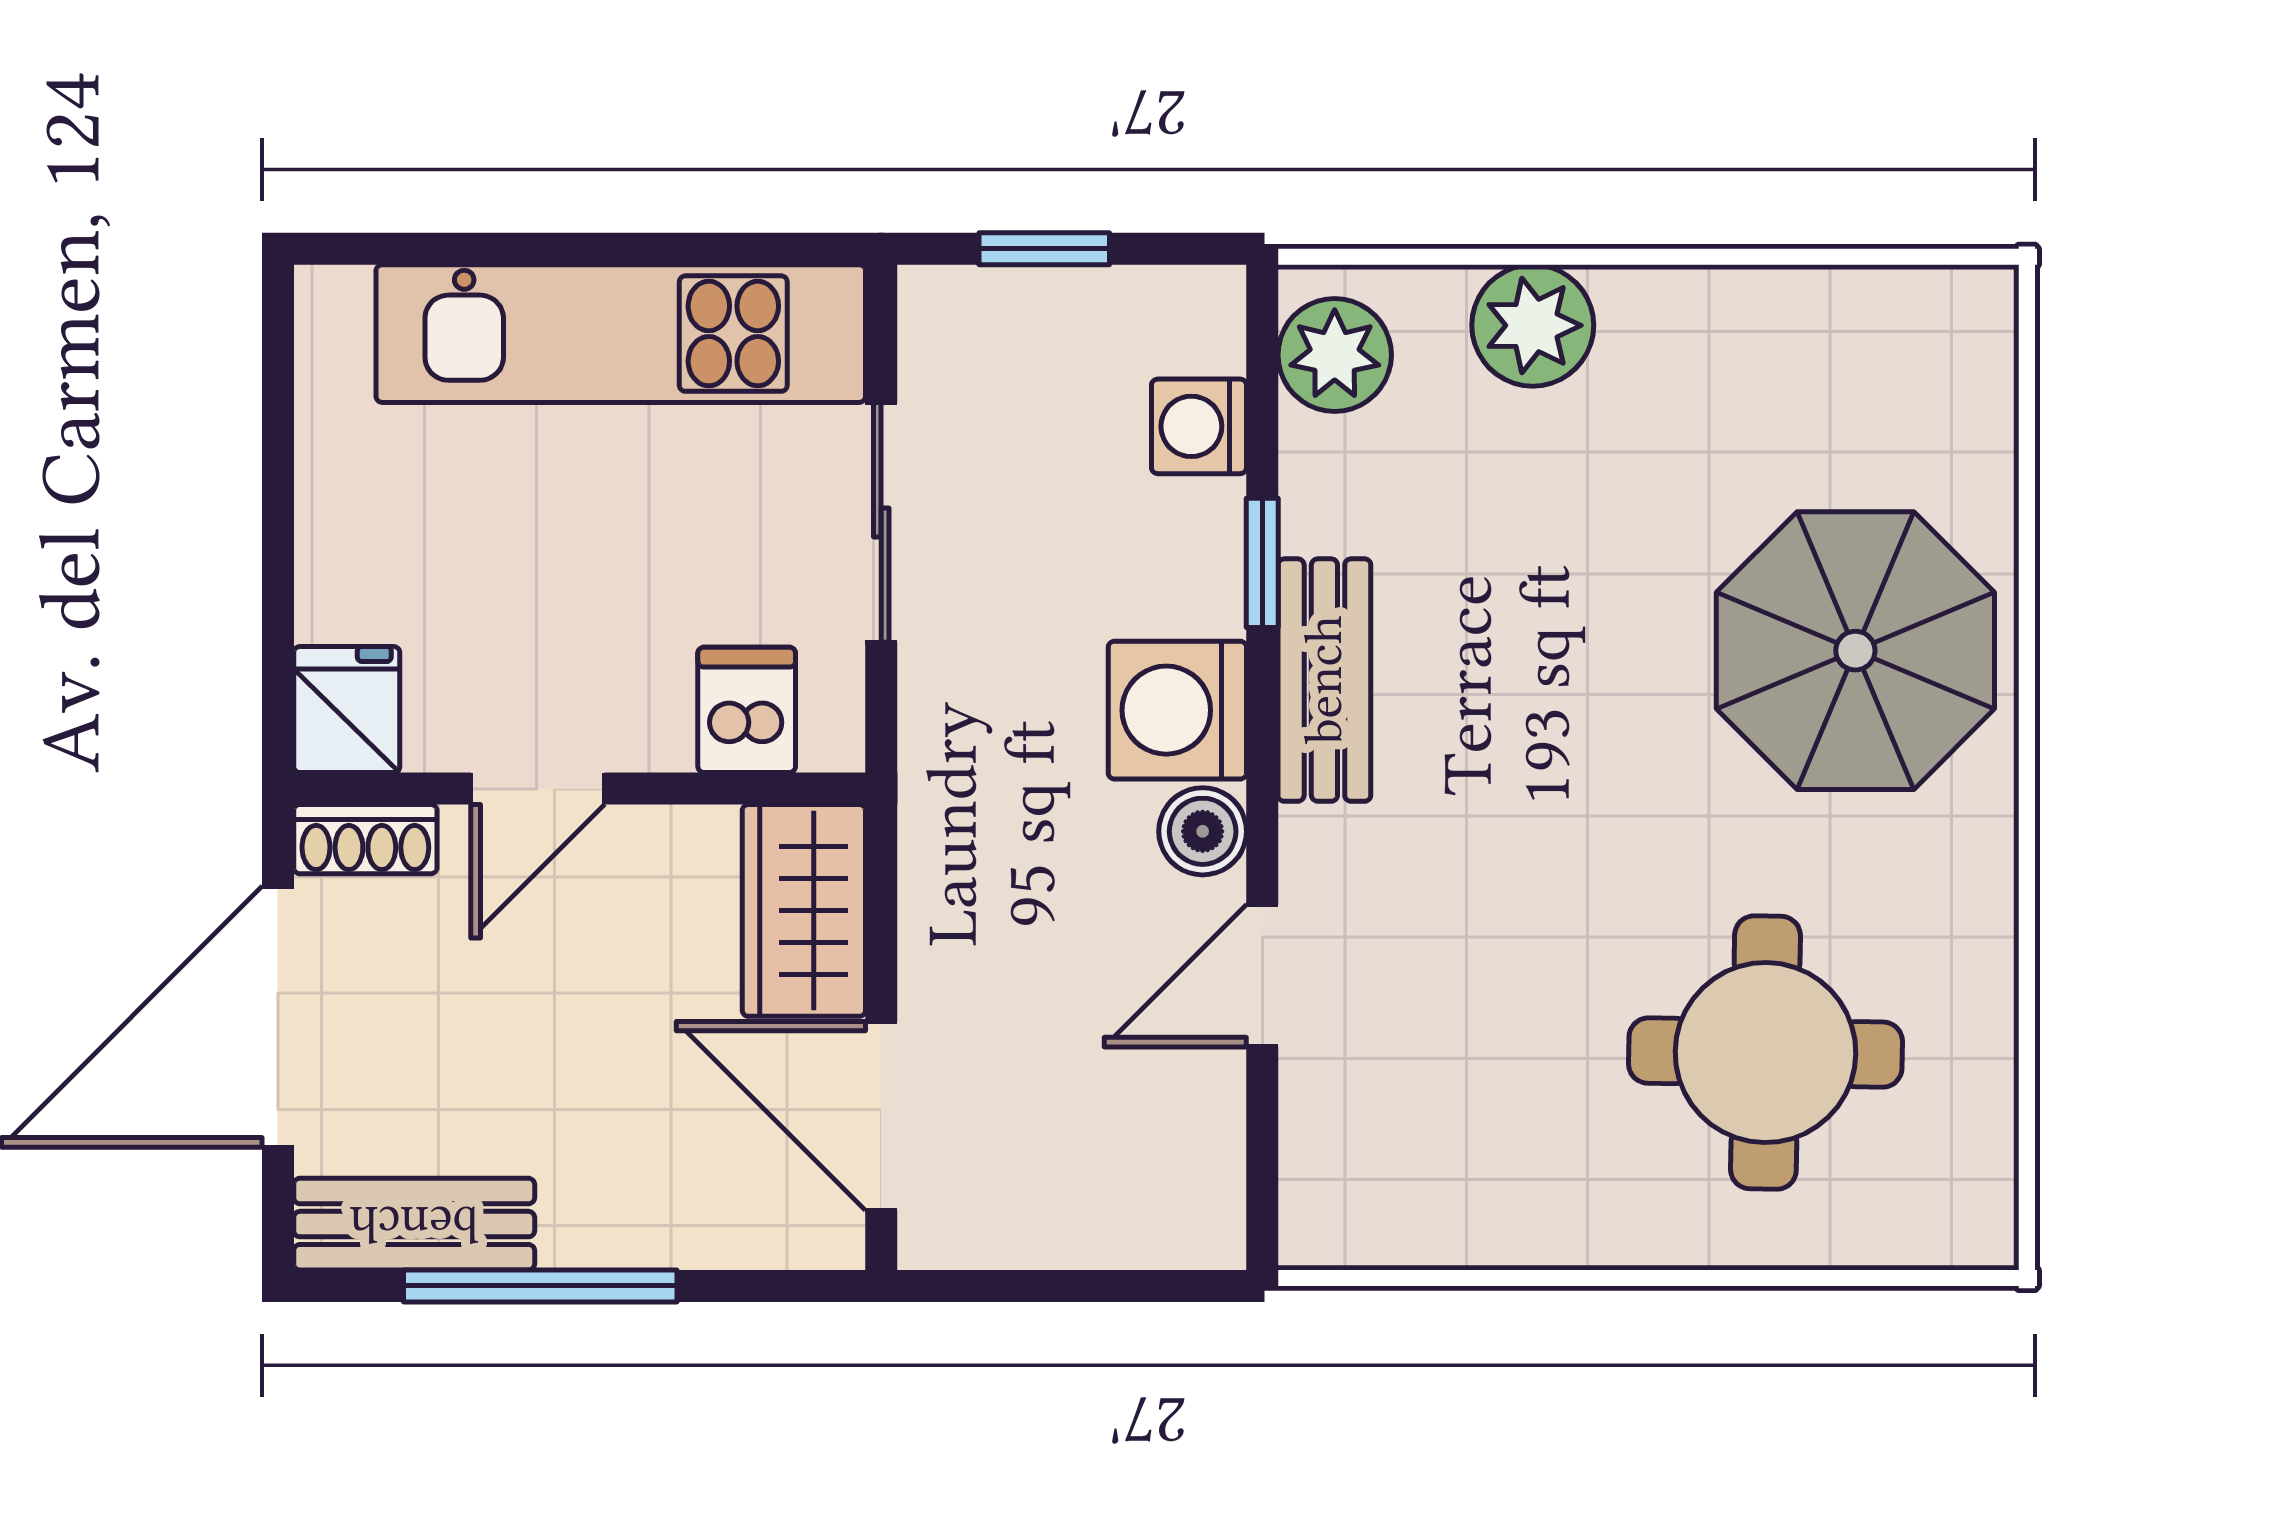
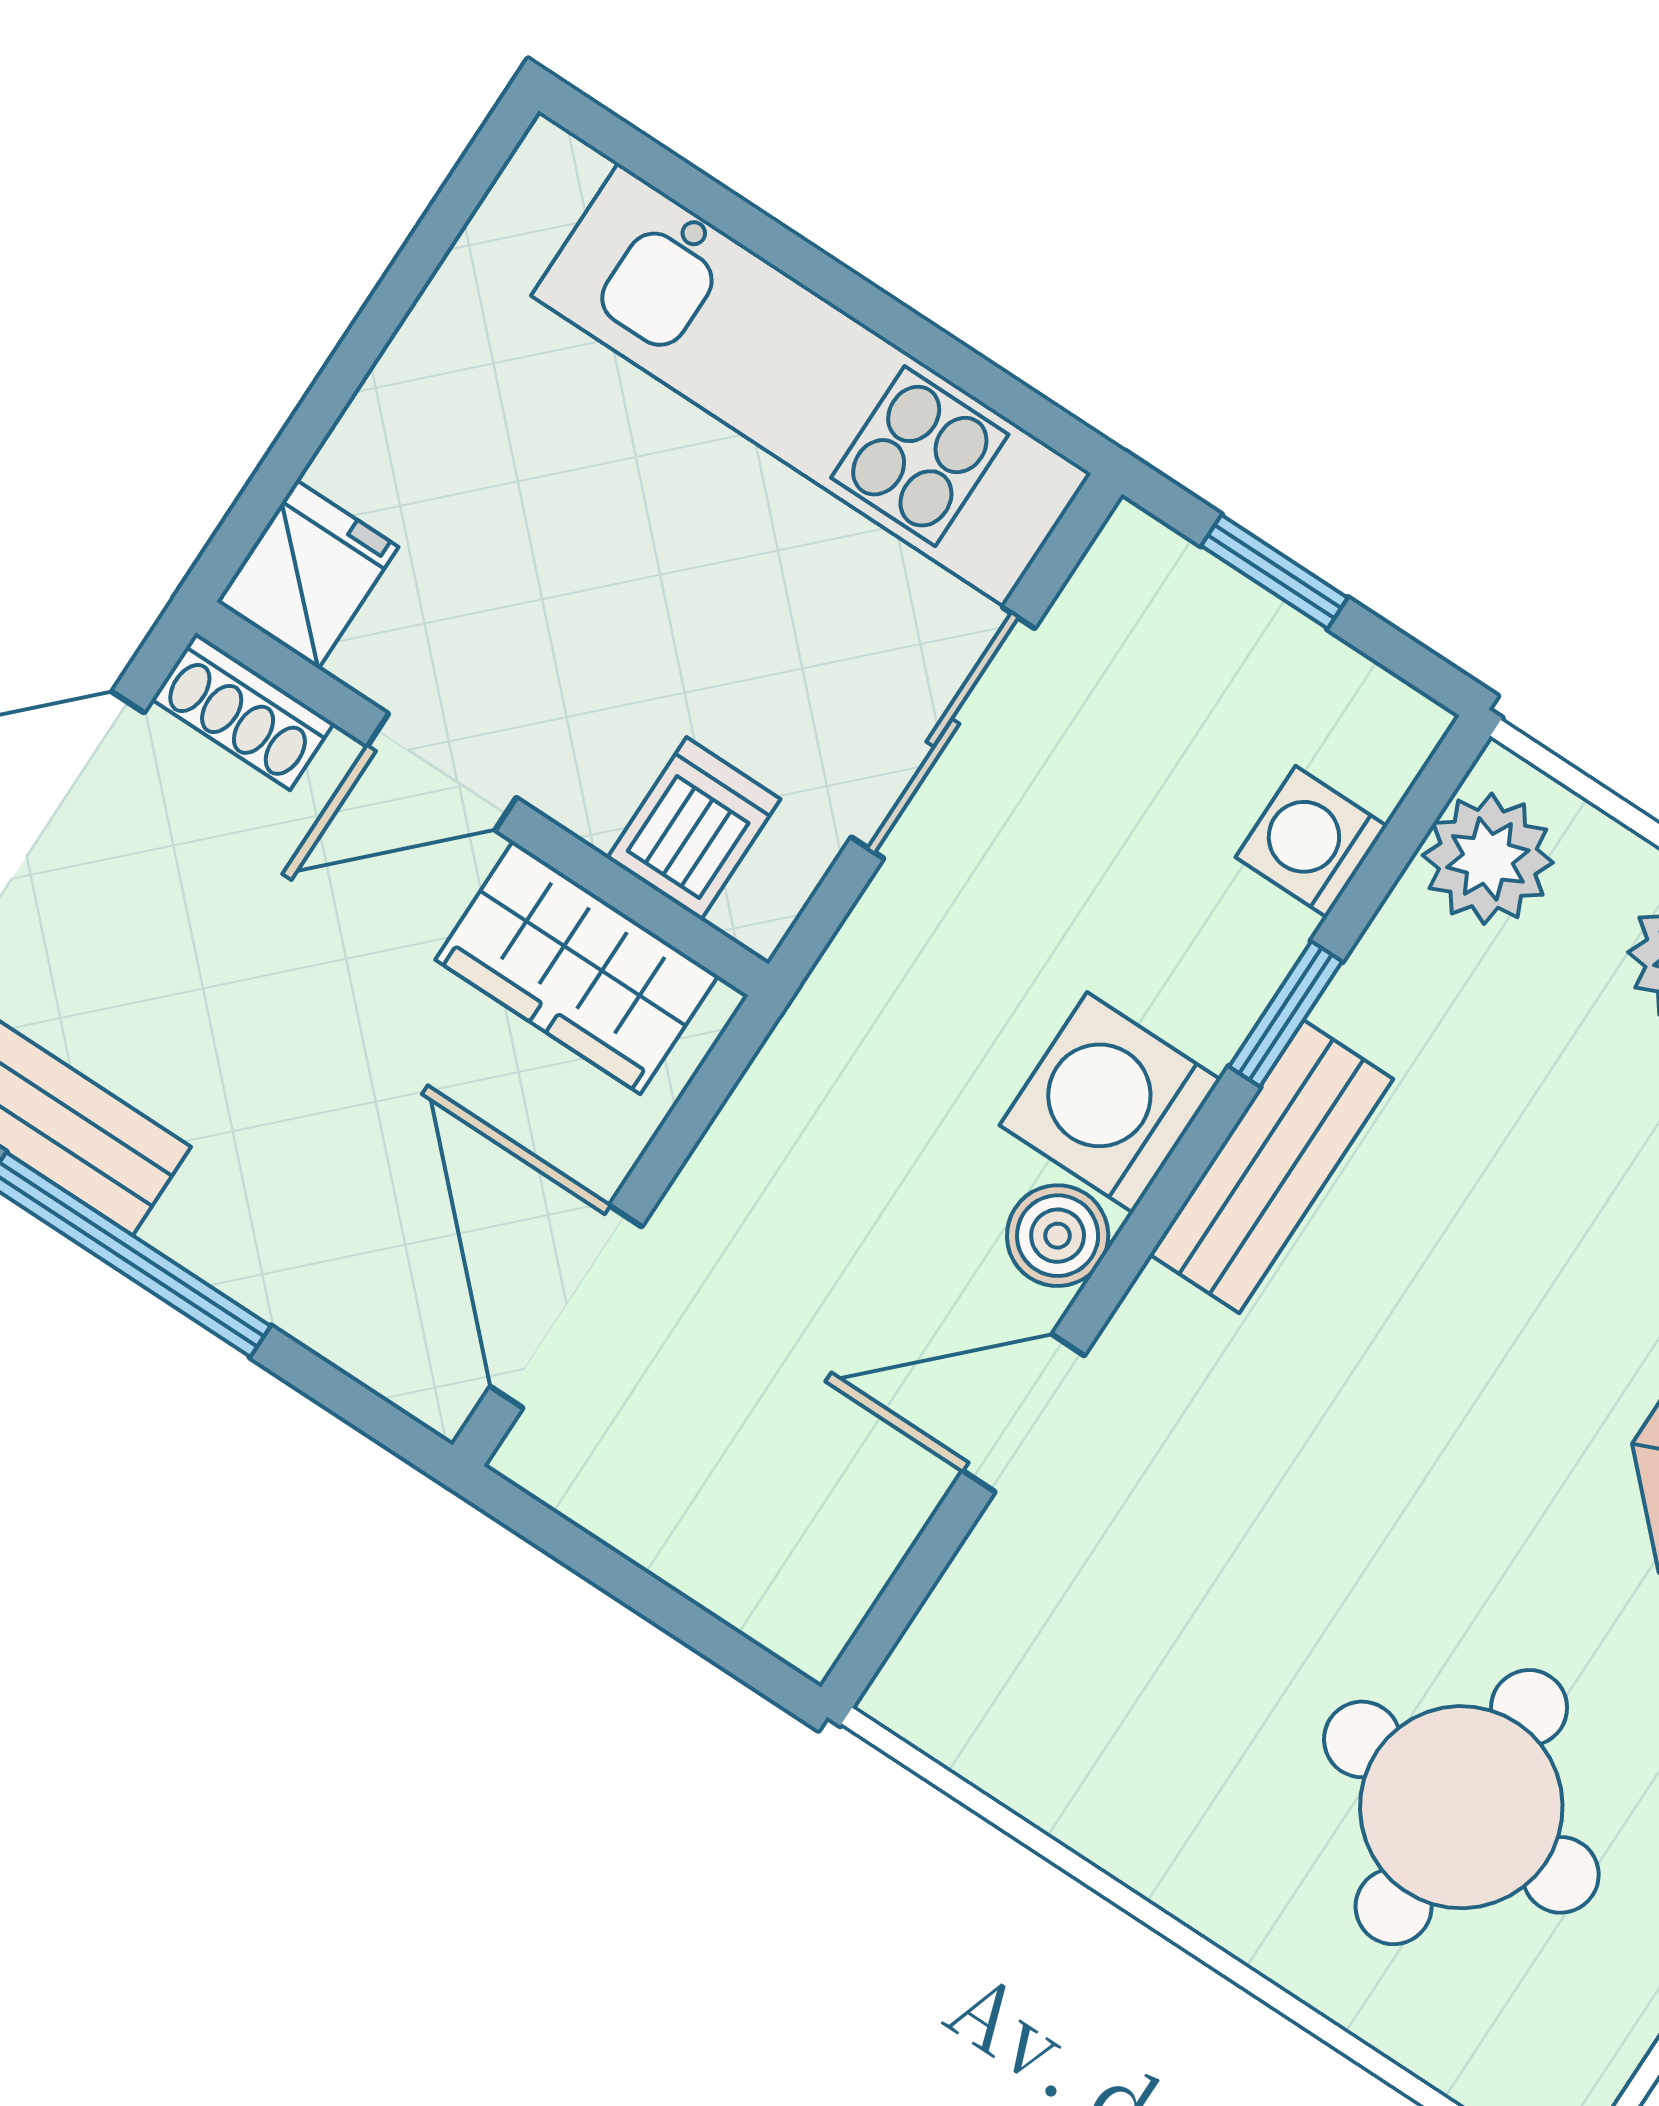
wardrobe: (804, 910) -> (577, 968), moved, turned -90

